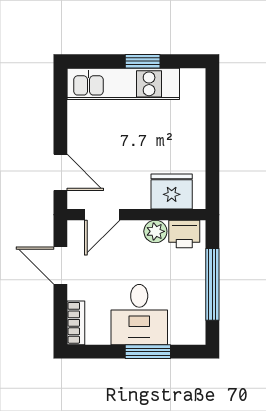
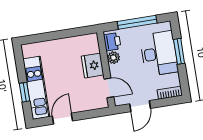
window: (143, 61) -> (25, 92), moved
door: (60, 172) -> (62, 119), moved
fridge: (172, 192) -> (93, 66), moved
desk: (139, 315) -> (159, 54), width x1.37

